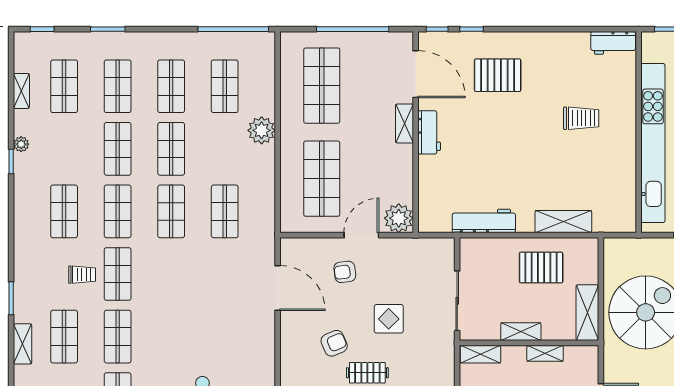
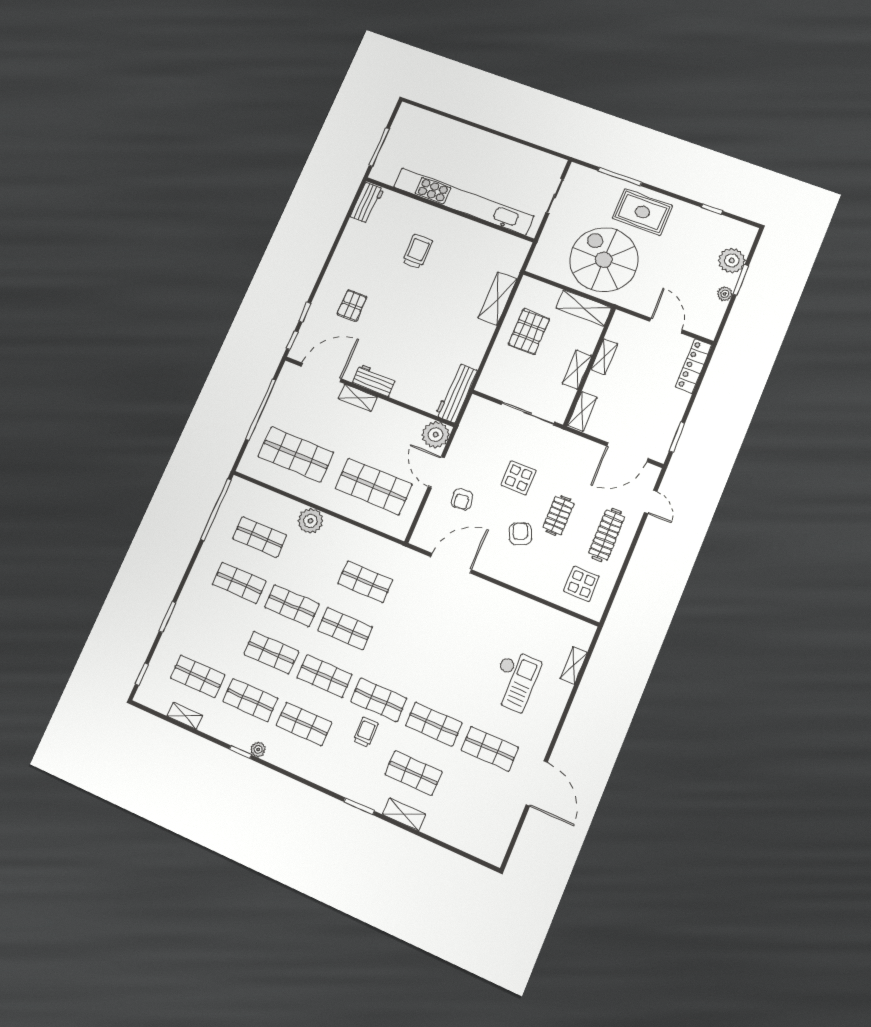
pallet: (498, 75) -> (352, 306), width x0.67, depth x0.71
shop shelf: (118, 86) -> (250, 700), moved
plant: (21, 144) -> (258, 749), moved
workbench: (484, 221) -> (456, 393), moved

